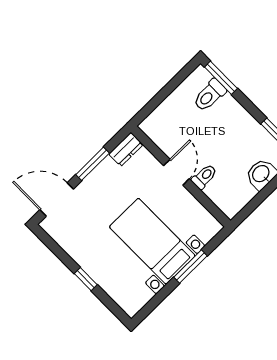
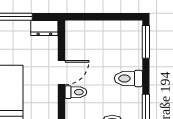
toilet: (210, 95) -> (128, 78), moved

